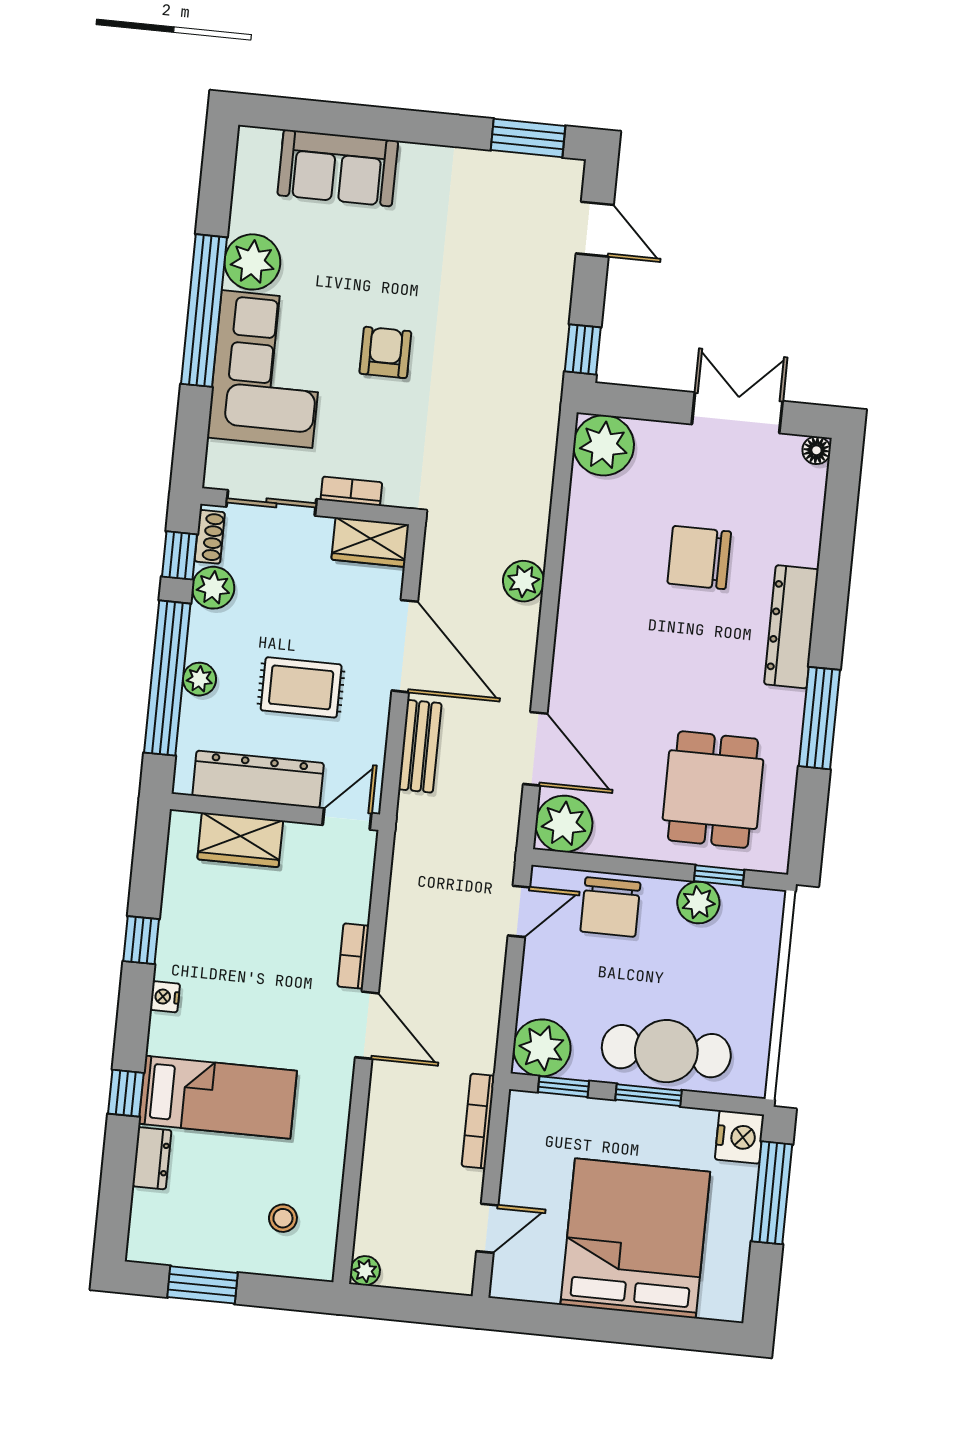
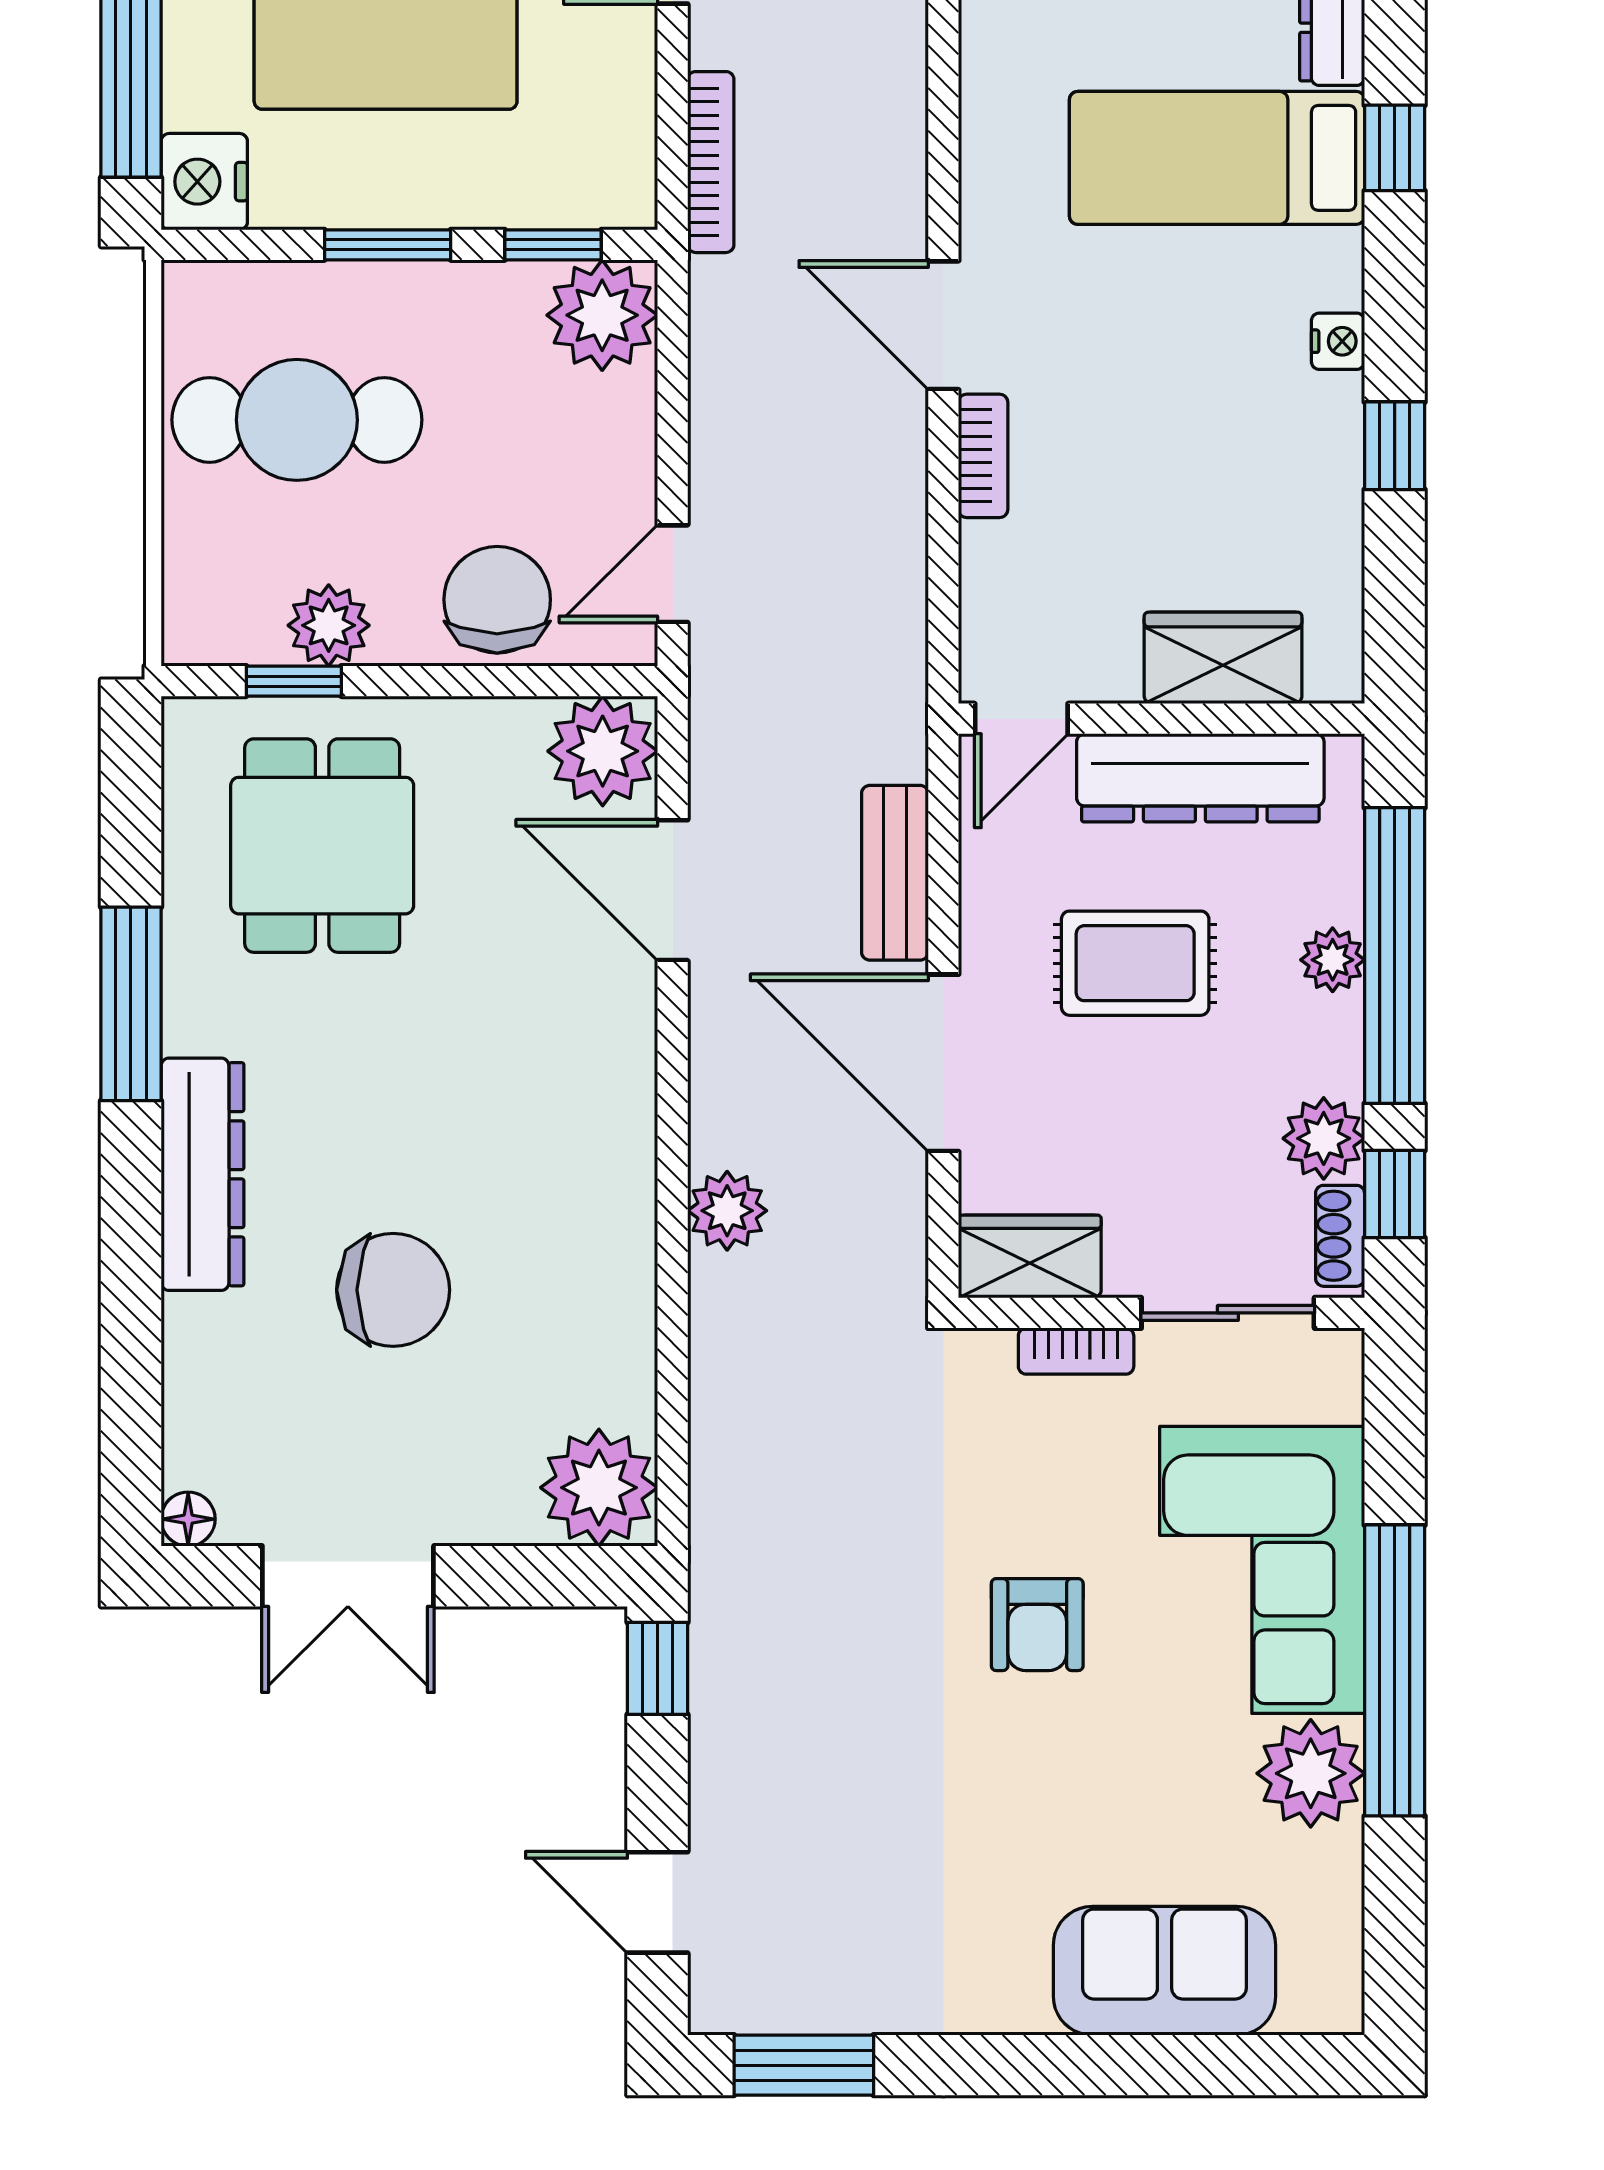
cafe table: (666, 1051) -> (297, 420), moved

